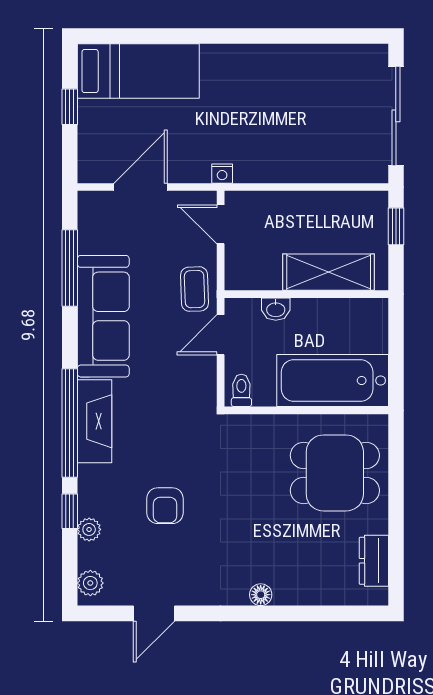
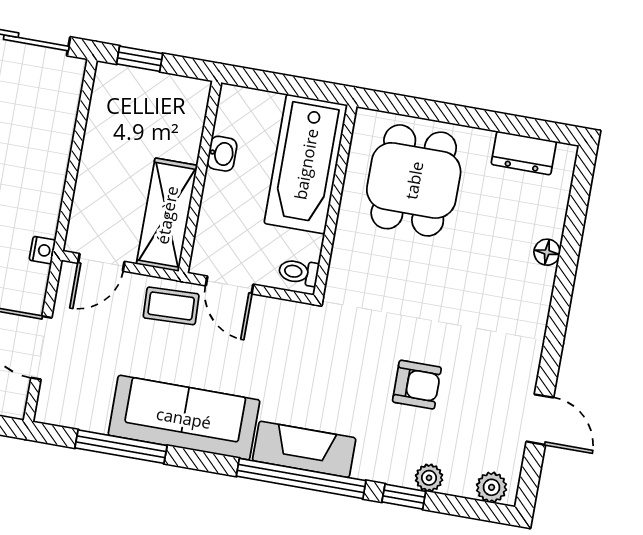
shelving: (329, 272) -> (167, 215), moved
washbasin: (276, 309) -> (222, 154), moved
floor lamp: (261, 595) -> (547, 252), moved

